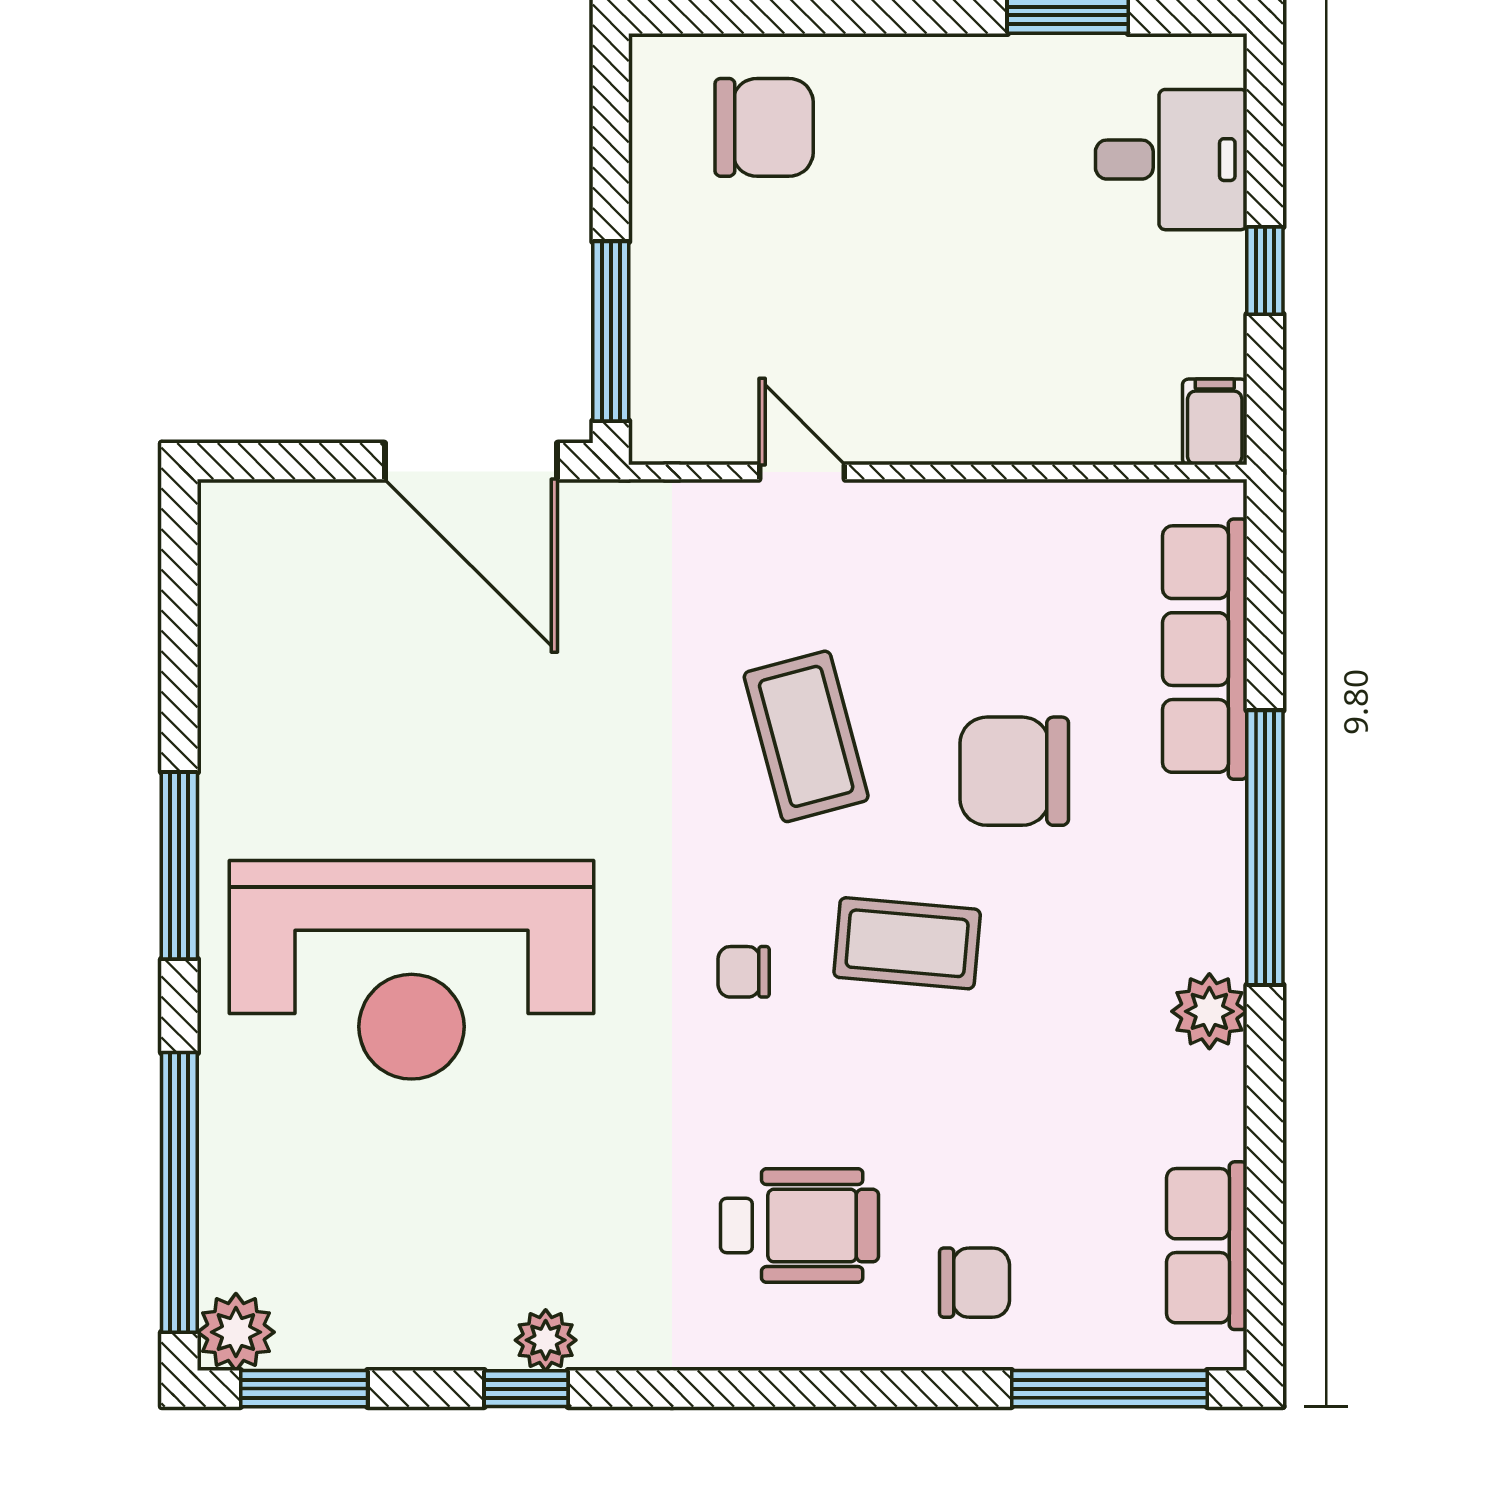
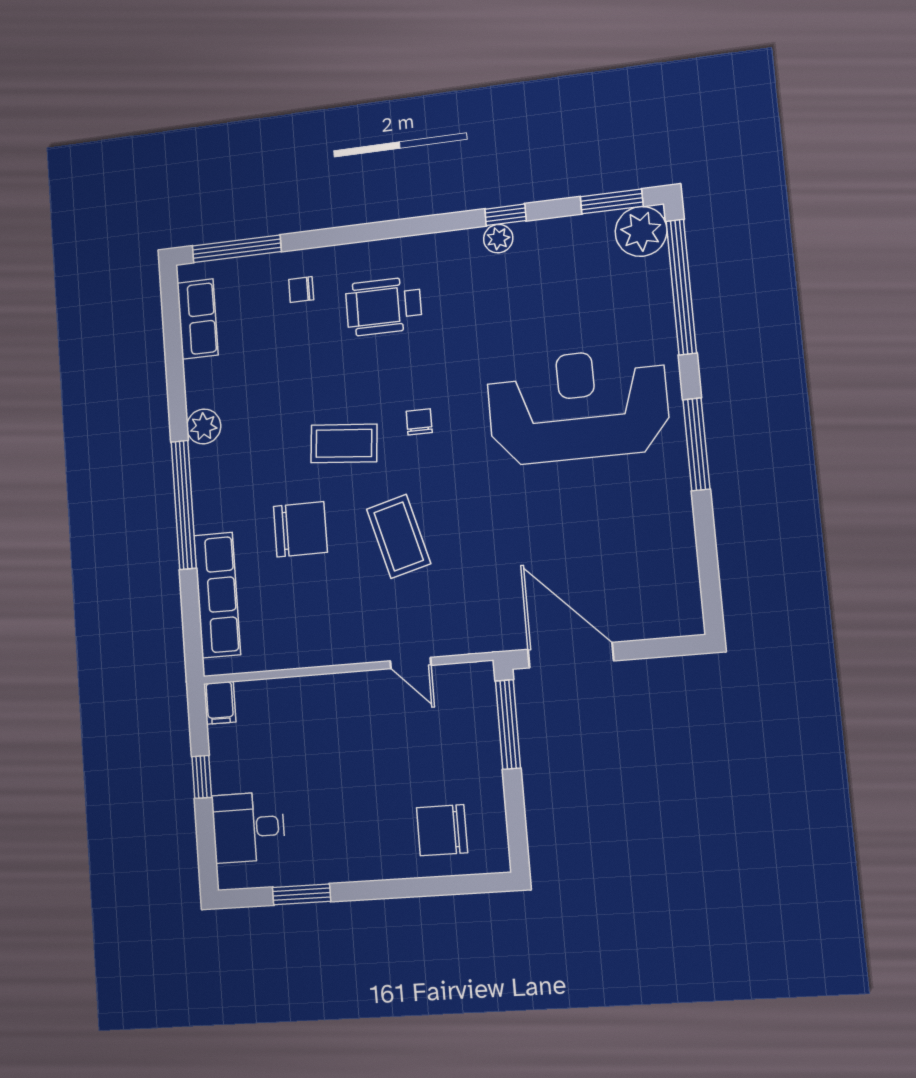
chair: (744, 972) -> (419, 422), turned -90
chair: (975, 1283) -> (301, 290), width x0.73, depth x0.73
plant: (236, 1332) -> (641, 231), width x1.36, depth x1.36

